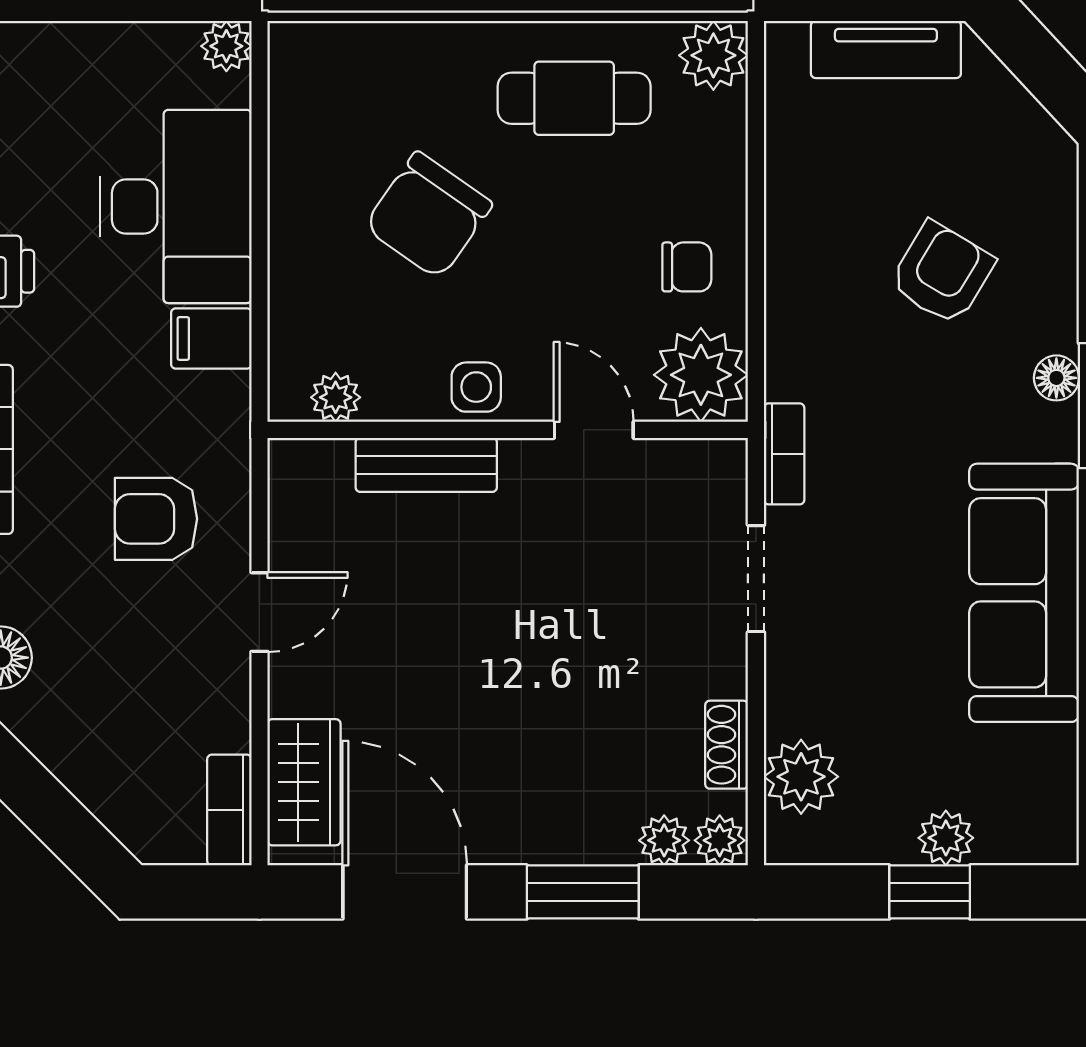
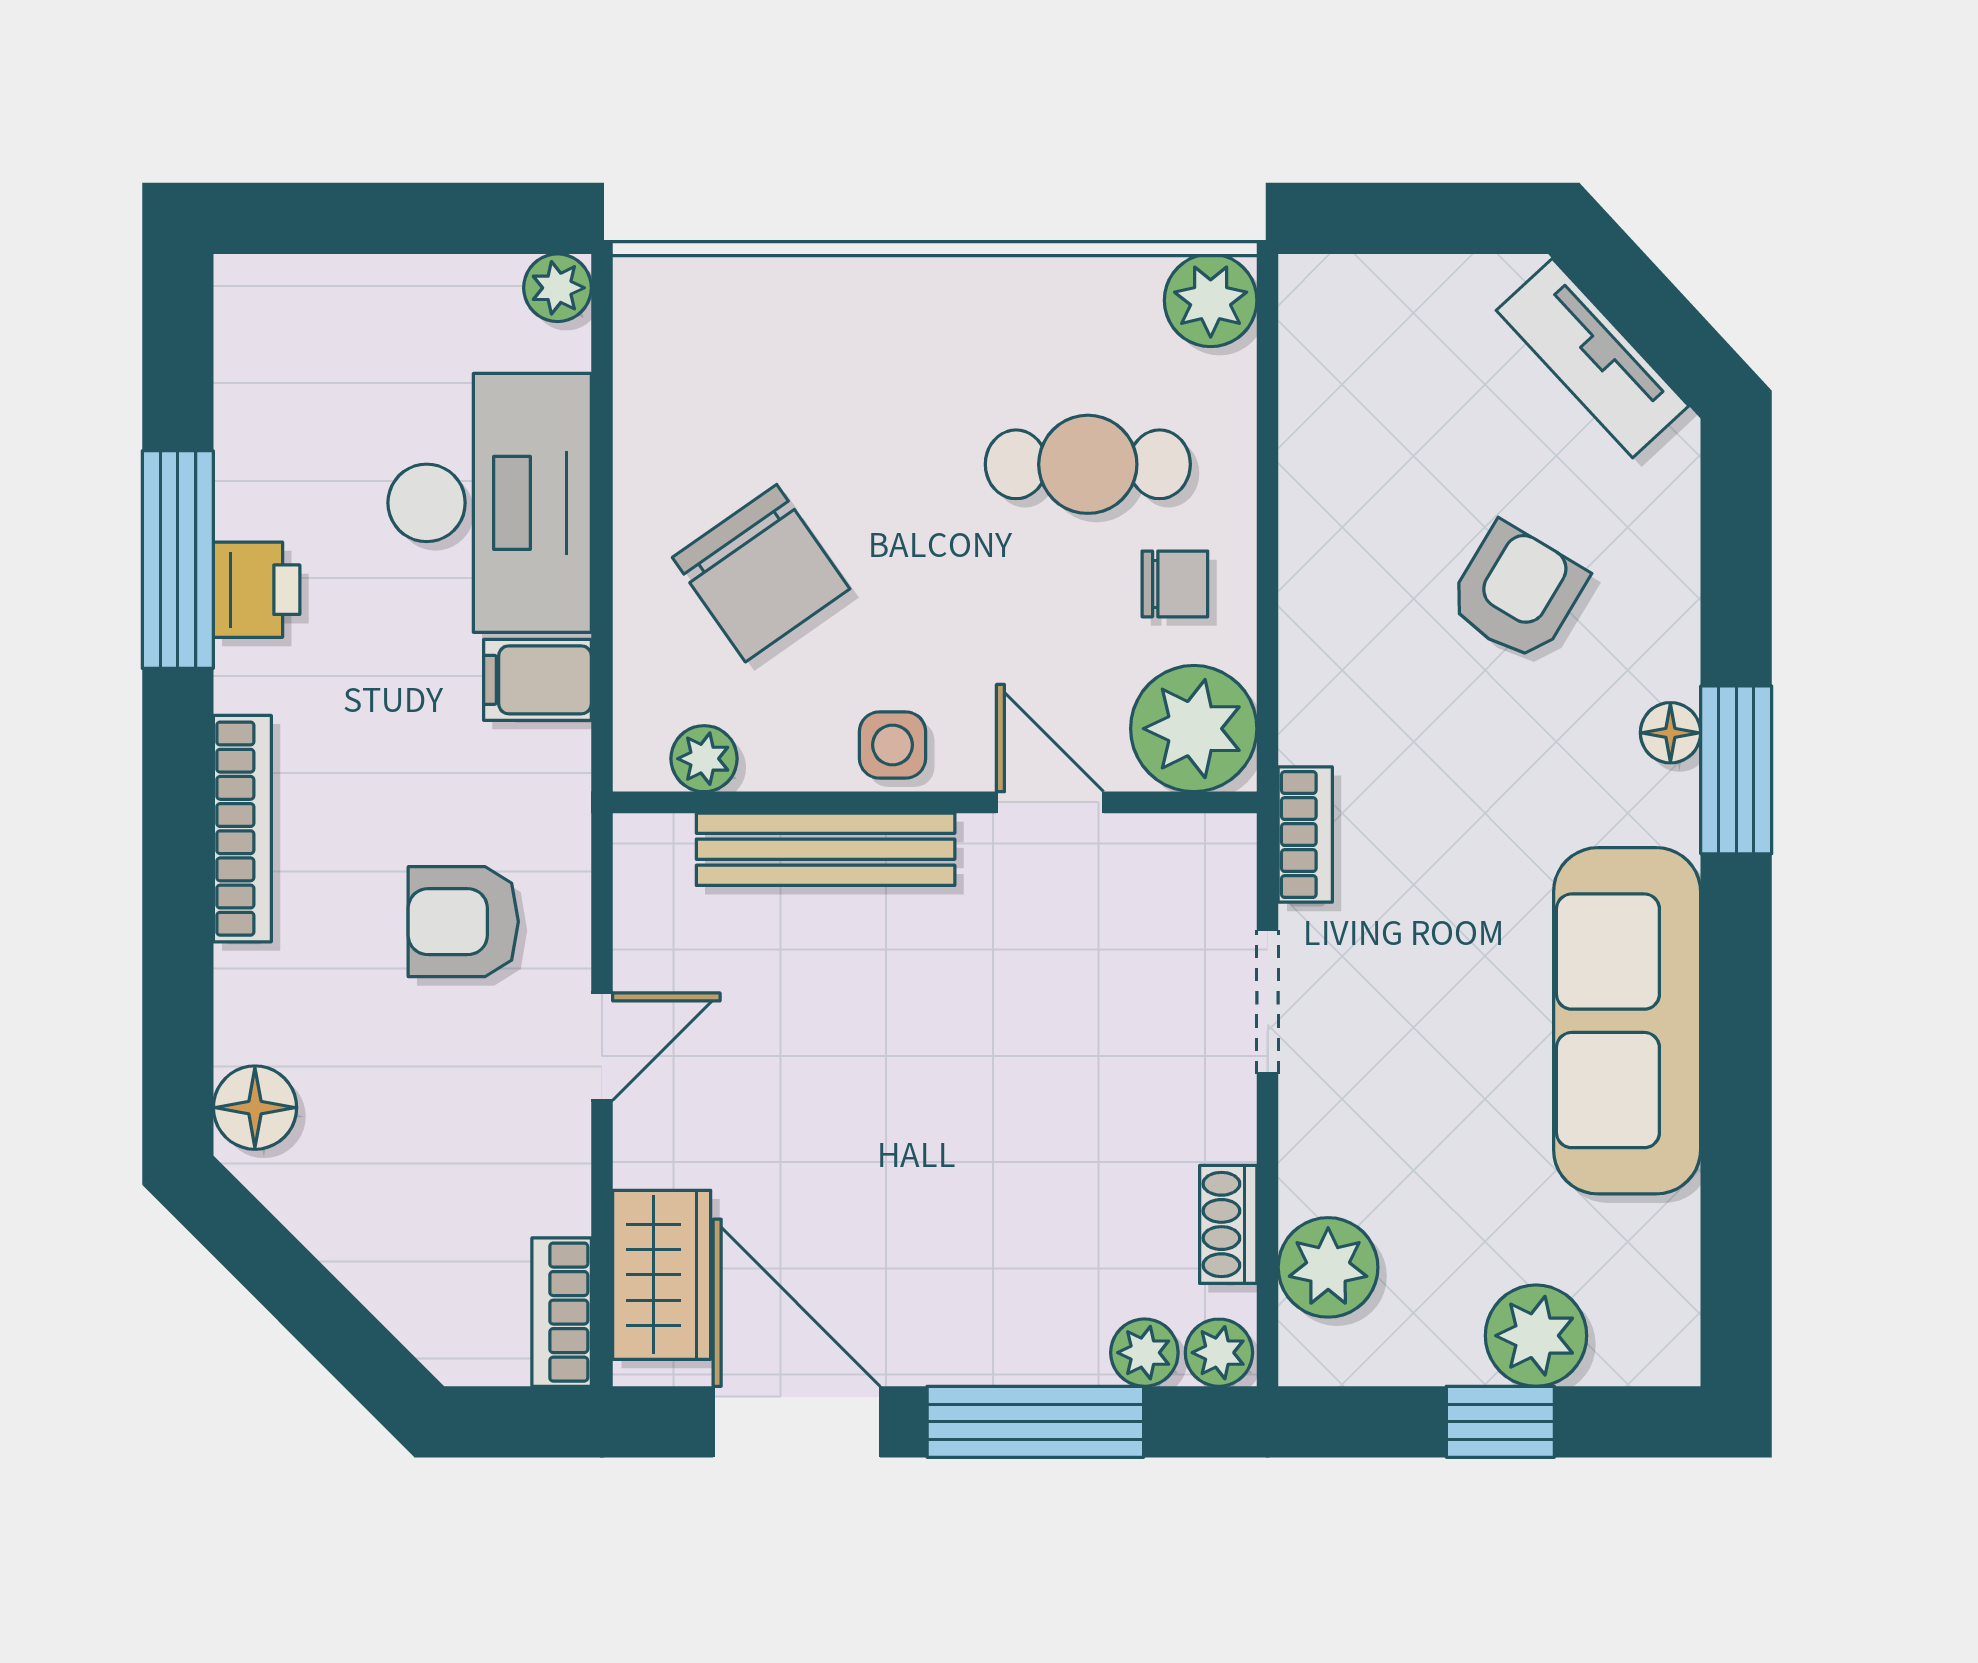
tv unit: (886, 49) -> (1593, 358), moved, turned 47
cafe table: (574, 98) -> (1088, 464), moved
chair: (428, 215) -> (761, 573), moved, turned -70
bench: (426, 465) -> (826, 849), width x1.36
plant: (946, 838) -> (1536, 1336), width x1.38, depth x1.38
window: (583, 892) -> (1035, 1422), width x1.44

